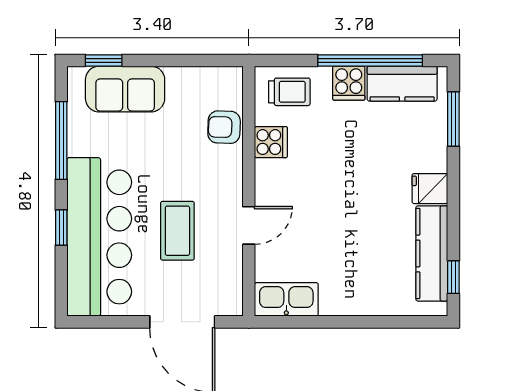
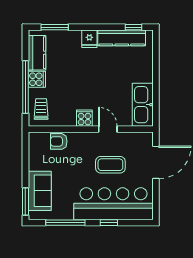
window: (104, 60) -> (25, 202), width x1.50
window: (370, 60) -> (25, 87), moved
armchair: (224, 127) -> (59, 141), turned 88
cooker: (271, 142) -> (84, 118), moved
kitchen sink: (286, 299) -> (143, 105), width x1.36, depth x1.24

